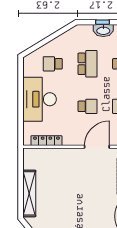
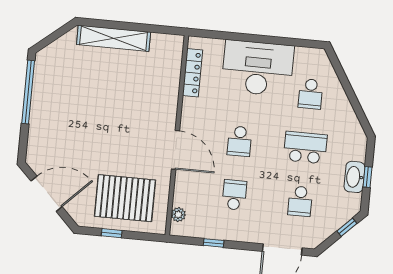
school desk: (53, 64) -> (310, 94), turned 180
school desk: (87, 64) -> (305, 148), turned 180

